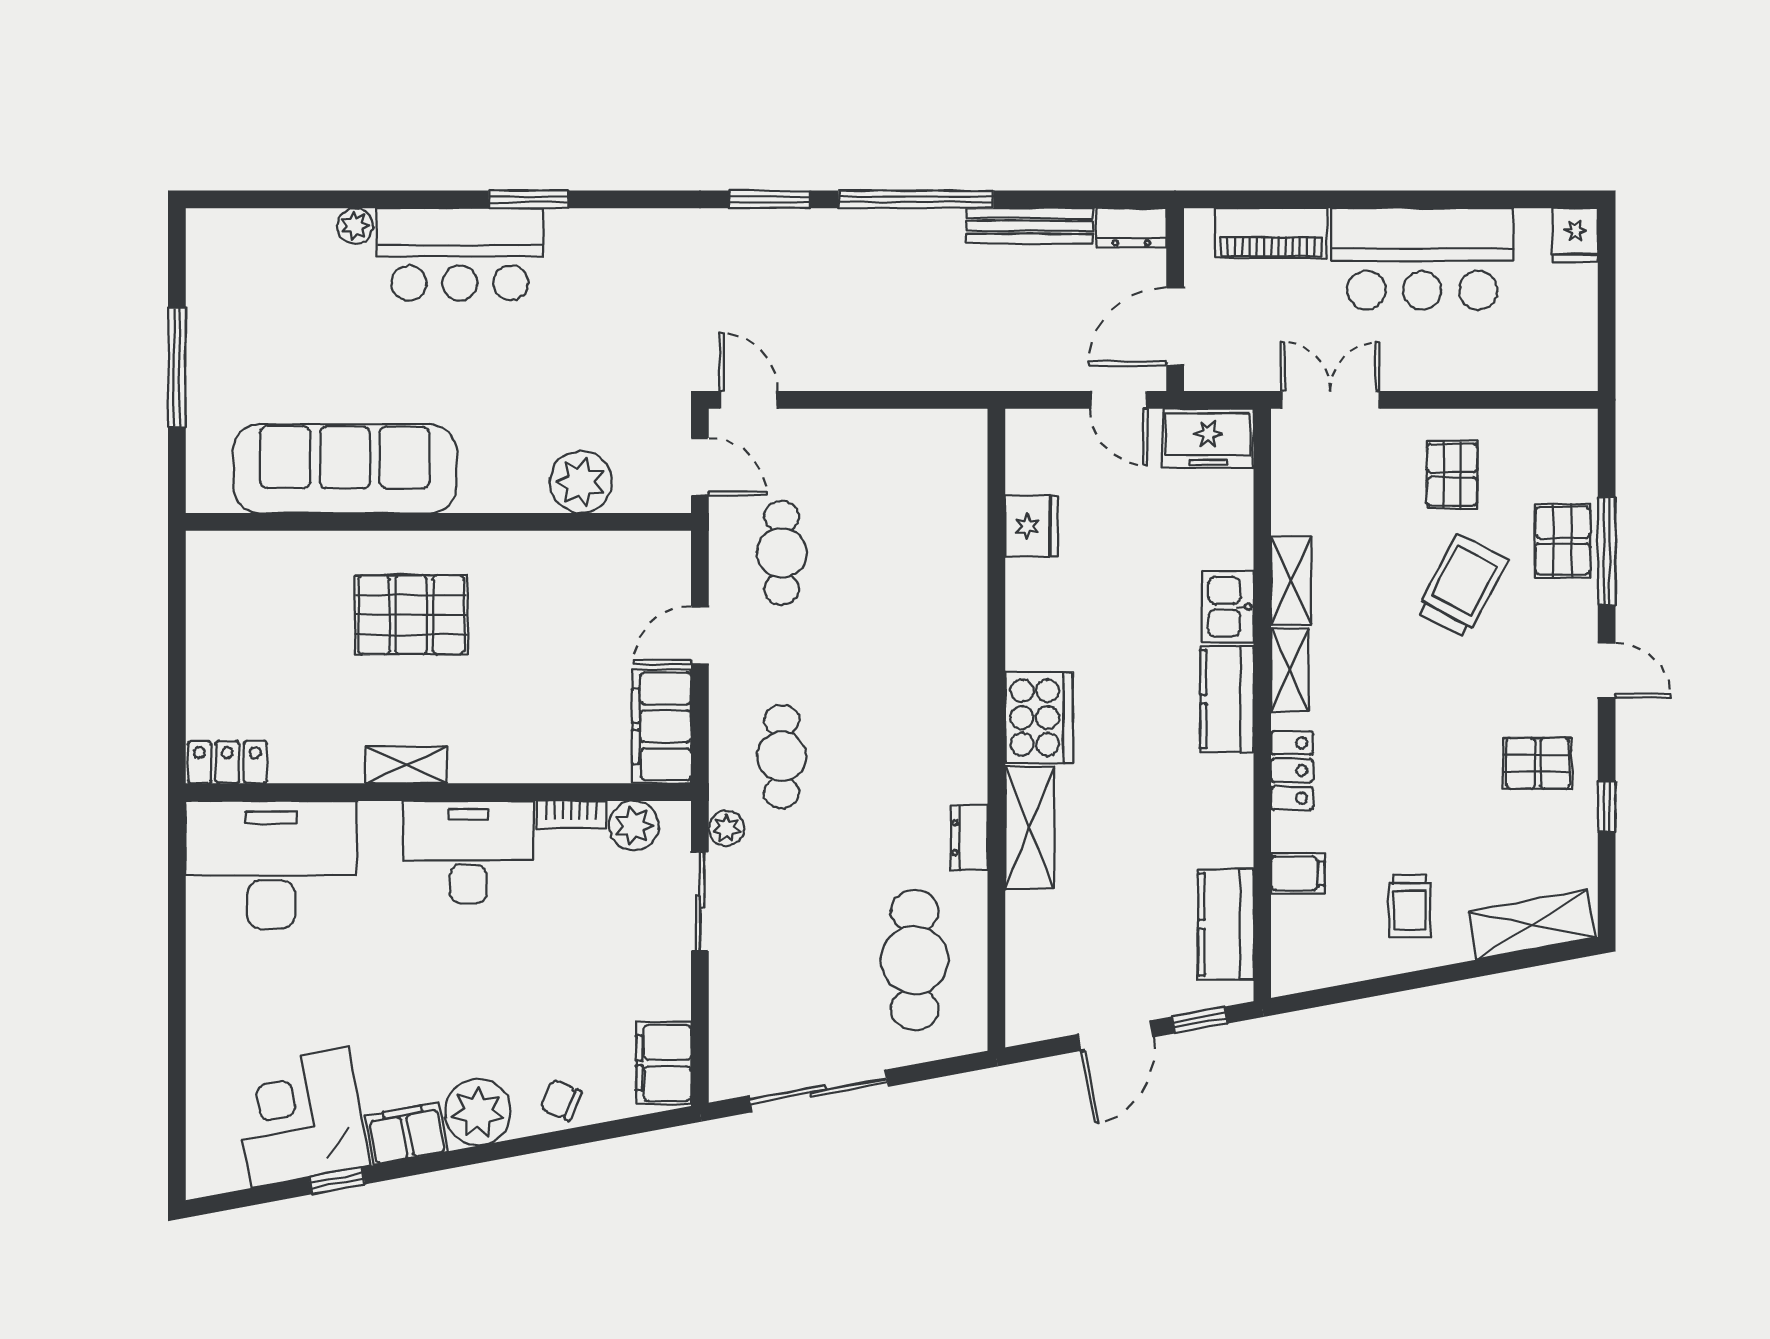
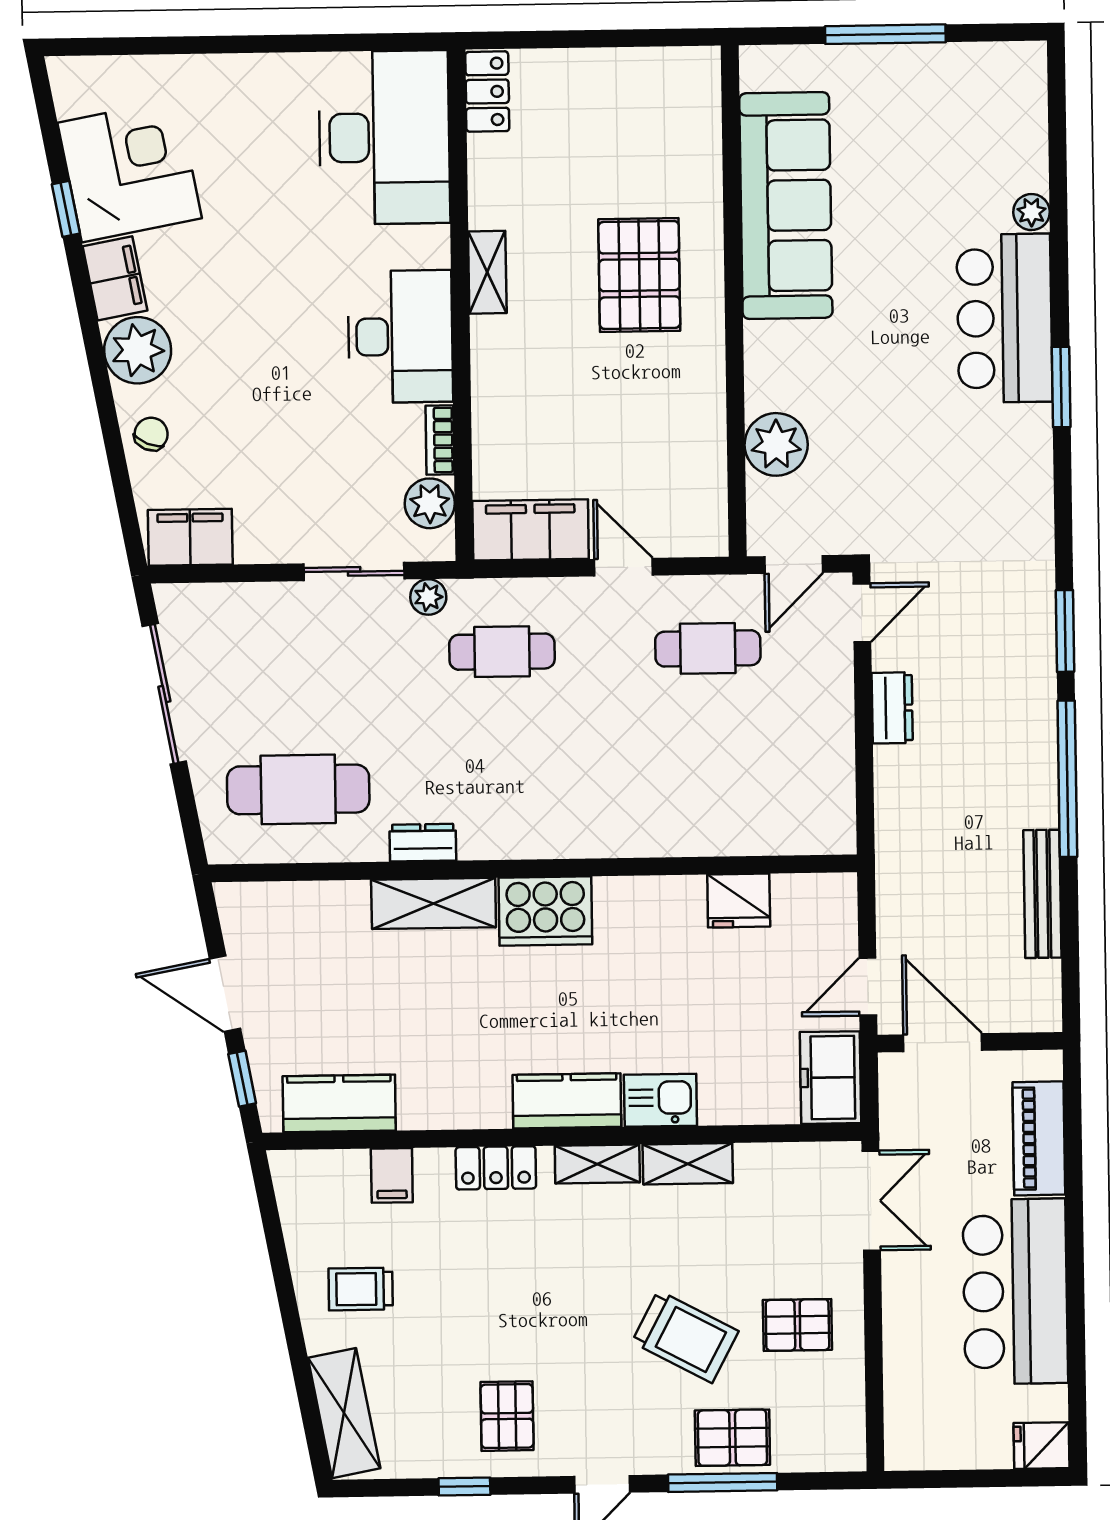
dresser: (1131, 228) -> (892, 708), moved, turned 180

